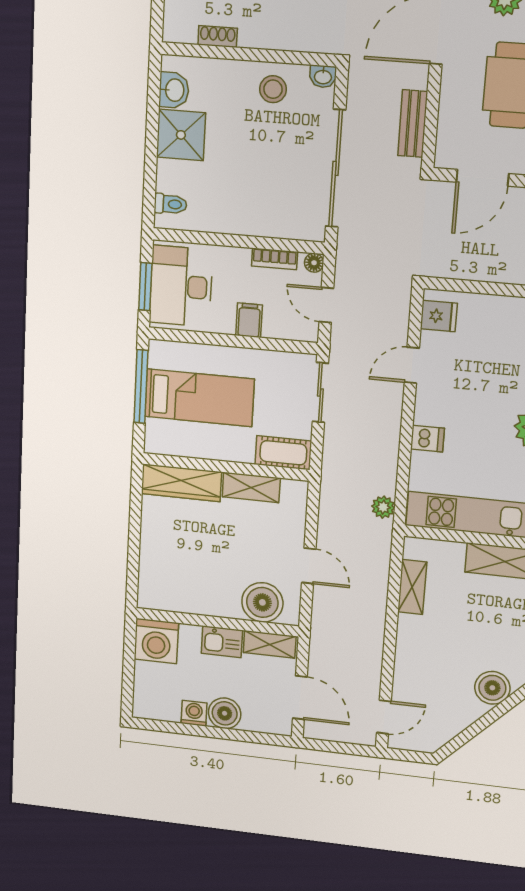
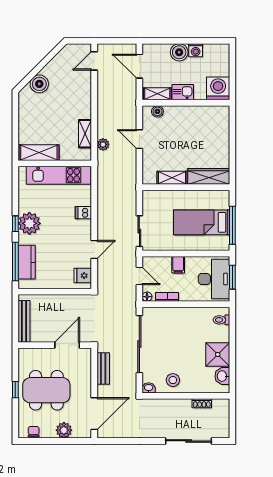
cot: (283, 453) -> (156, 198), removed
plant: (383, 507) -> (103, 144), moved
boiler: (262, 602) -> (157, 111), width x0.54, depth x0.54

